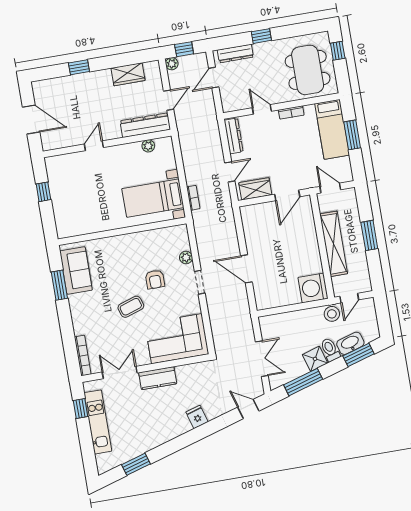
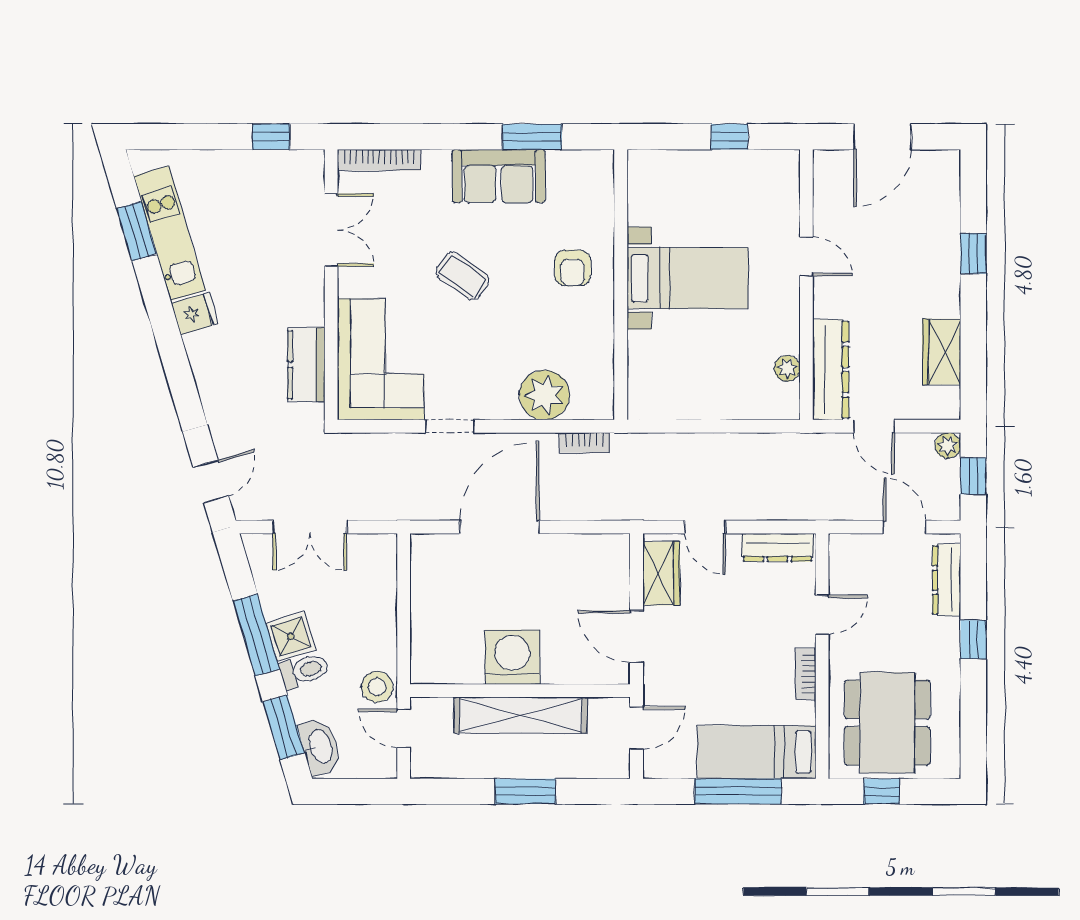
window: (338, 51) -> (882, 791), moved
dining table: (308, 70) -> (887, 723), turned 90
window: (352, 135) -> (738, 791), width x1.44
bed with nightstands: (153, 198) -> (688, 278), moved, turned 90
bookcase: (193, 198) -> (584, 443), moved
plant: (186, 257) -> (544, 395), width x1.87, depth x1.87
door: (246, 269) -> (500, 527), width x1.36
sofa: (76, 270) -> (499, 176), moved
armchair: (155, 279) -> (573, 268), moved, turned -90
doorway: (200, 282) -> (450, 426), moved
washing machine: (313, 288) -> (512, 657), moved
coffee table: (131, 307) -> (462, 276), turned -37
washbasin: (350, 343) -> (320, 747), moved
kitchen counter: (158, 378) -> (306, 365), moved
window: (303, 382) -> (256, 635), moved
fridge: (197, 417) -> (195, 313), moved
kitchen unit: (98, 422) -> (170, 233), moved, turned -106

